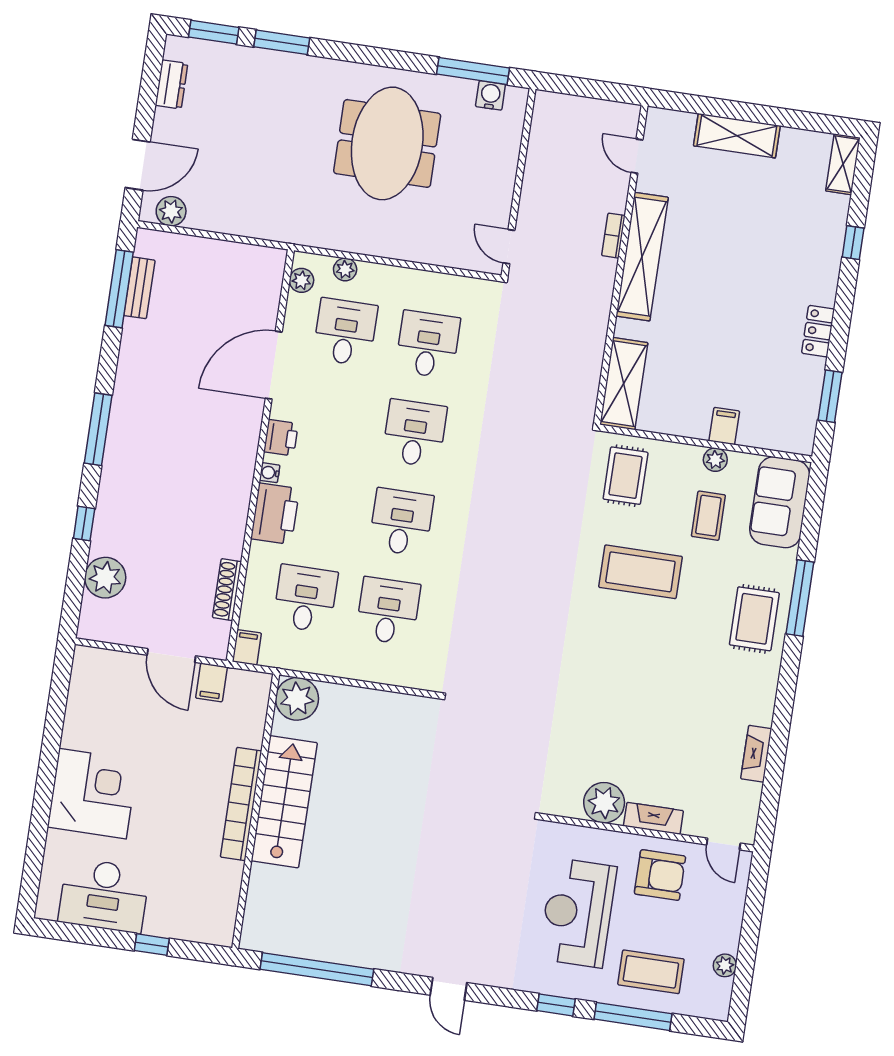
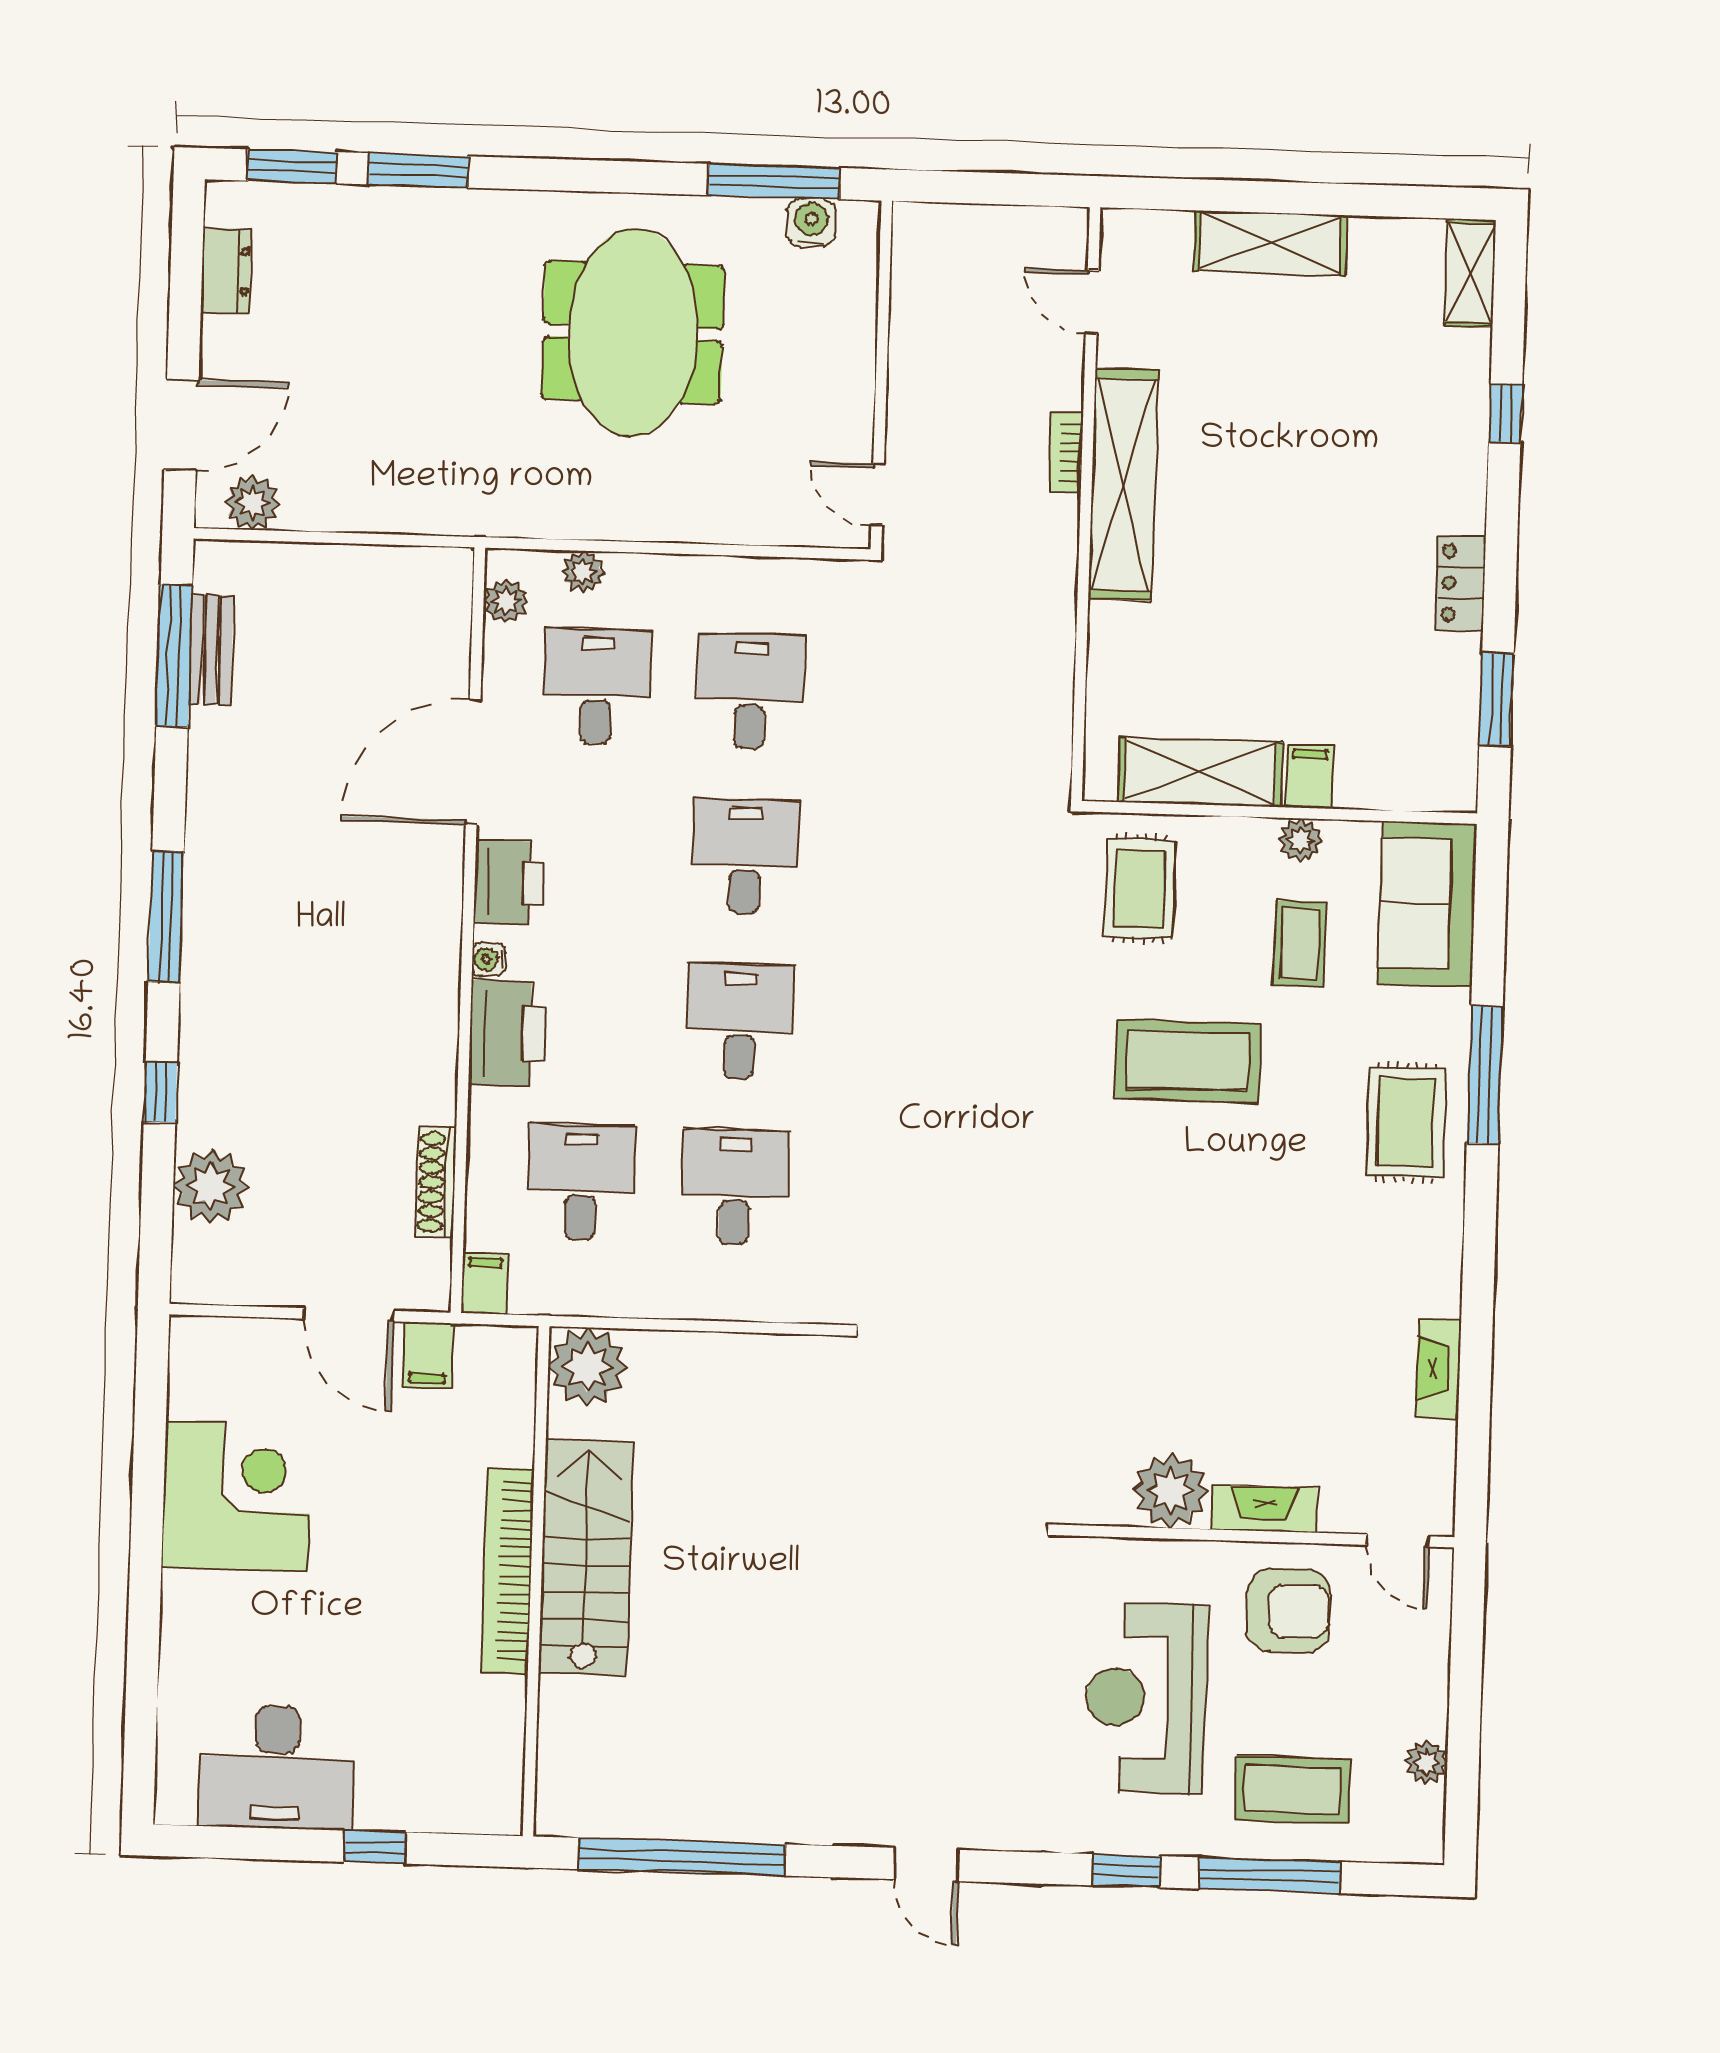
shelving: (624, 384) -> (1200, 772), moved, turned 90
printer: (281, 438) -> (509, 882), width x1.36, depth x1.24
corner desk: (93, 794) -> (237, 1496), moved

